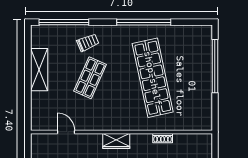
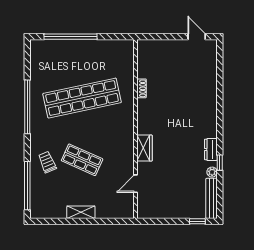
shelving: (39, 70) -> (81, 212), width x0.67, depth x0.75
wardrobe: (116, 141) -> (144, 148), moved

